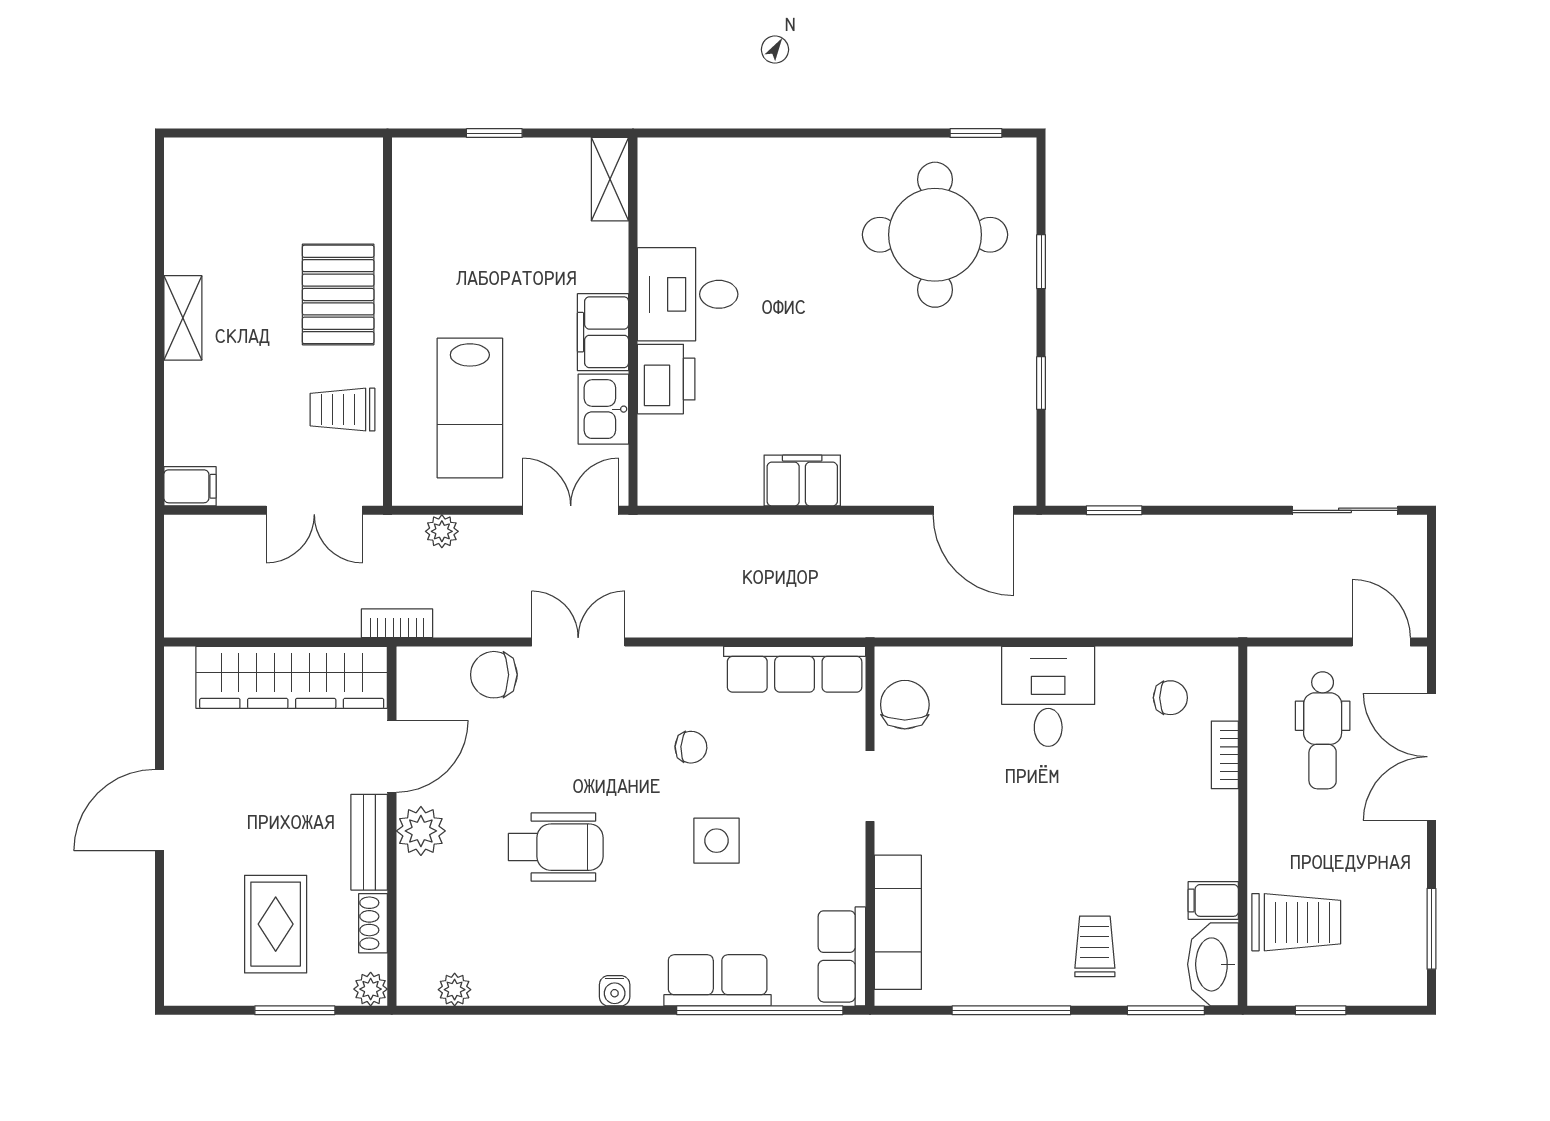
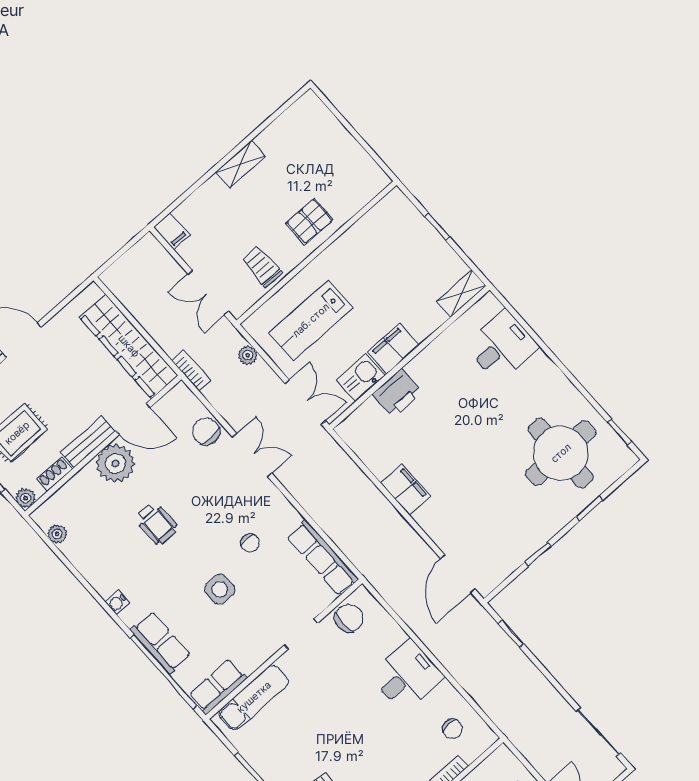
pallet: (338, 294) -> (309, 221), width x0.67, depth x0.71
desk: (688, 294) -> (502, 346), moved, turned 90
plant: (421, 831) -> (115, 463), width x1.36, depth x1.36
wheelchair: (556, 847) -> (156, 523), width x0.73, depth x0.73

